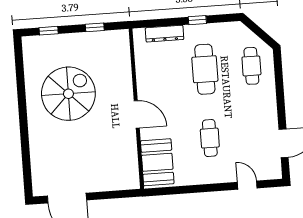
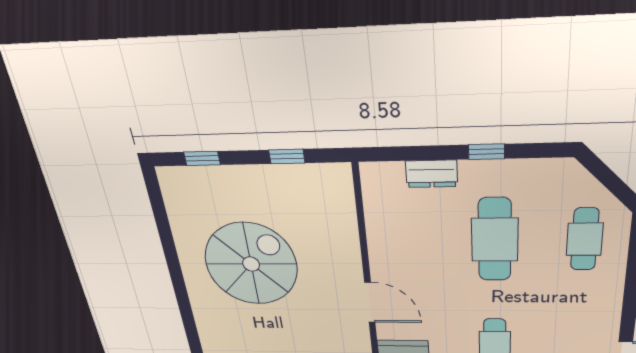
dresser: (165, 34) -> (432, 174), width x0.70

